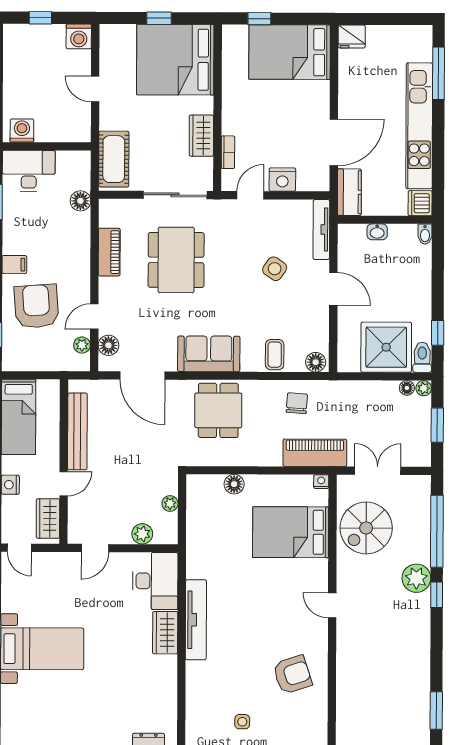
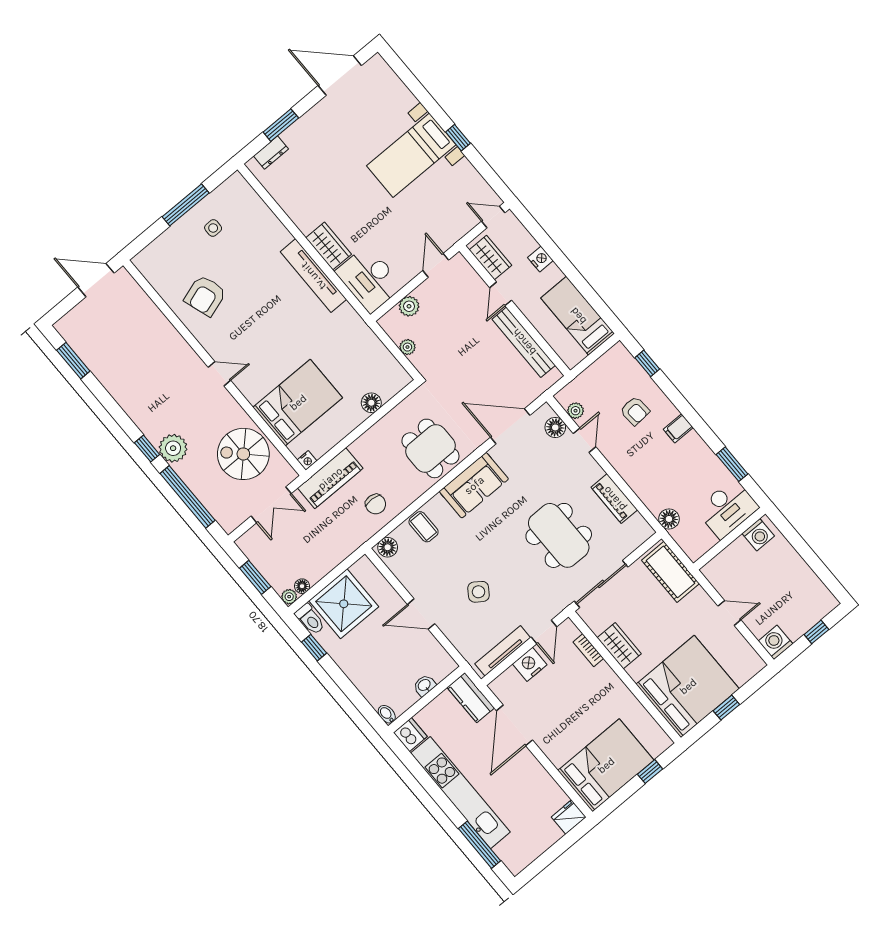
tv unit: (321, 230) -> (503, 651), moved, turned -90
armchair: (36, 306) -> (635, 411), width x0.53, depth x0.53
spiral stairs: (366, 528) -> (243, 454), turned -90

